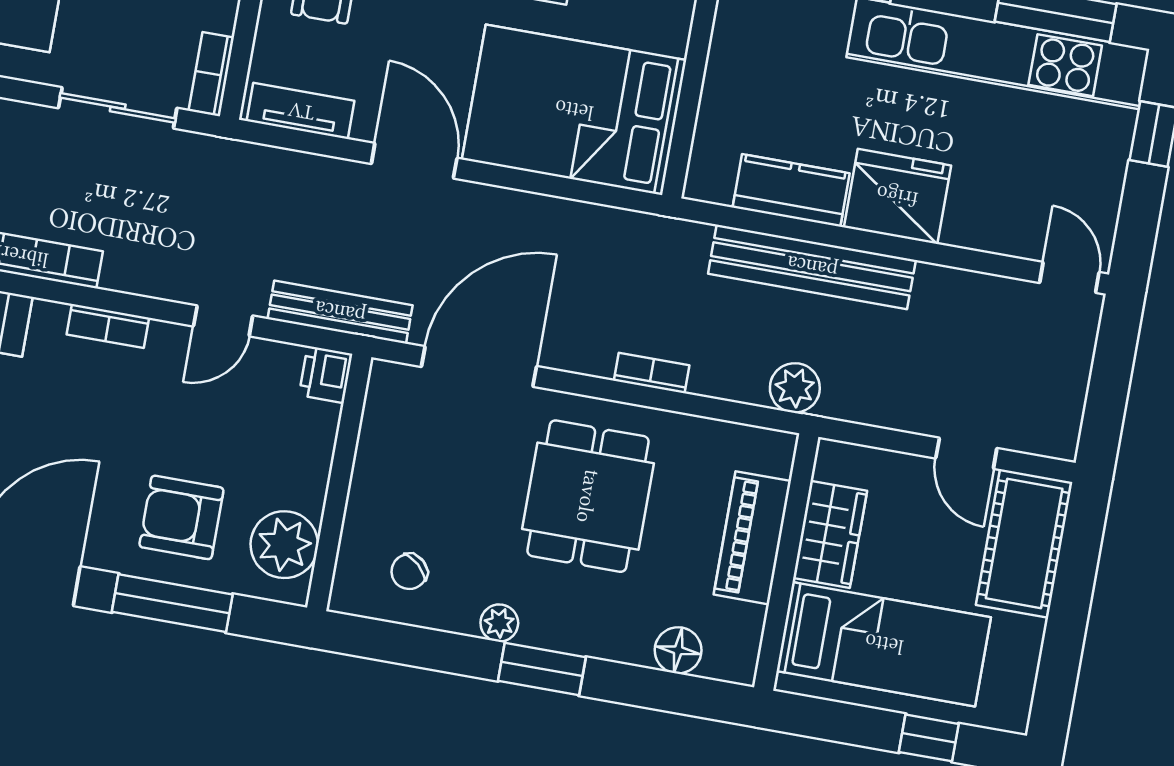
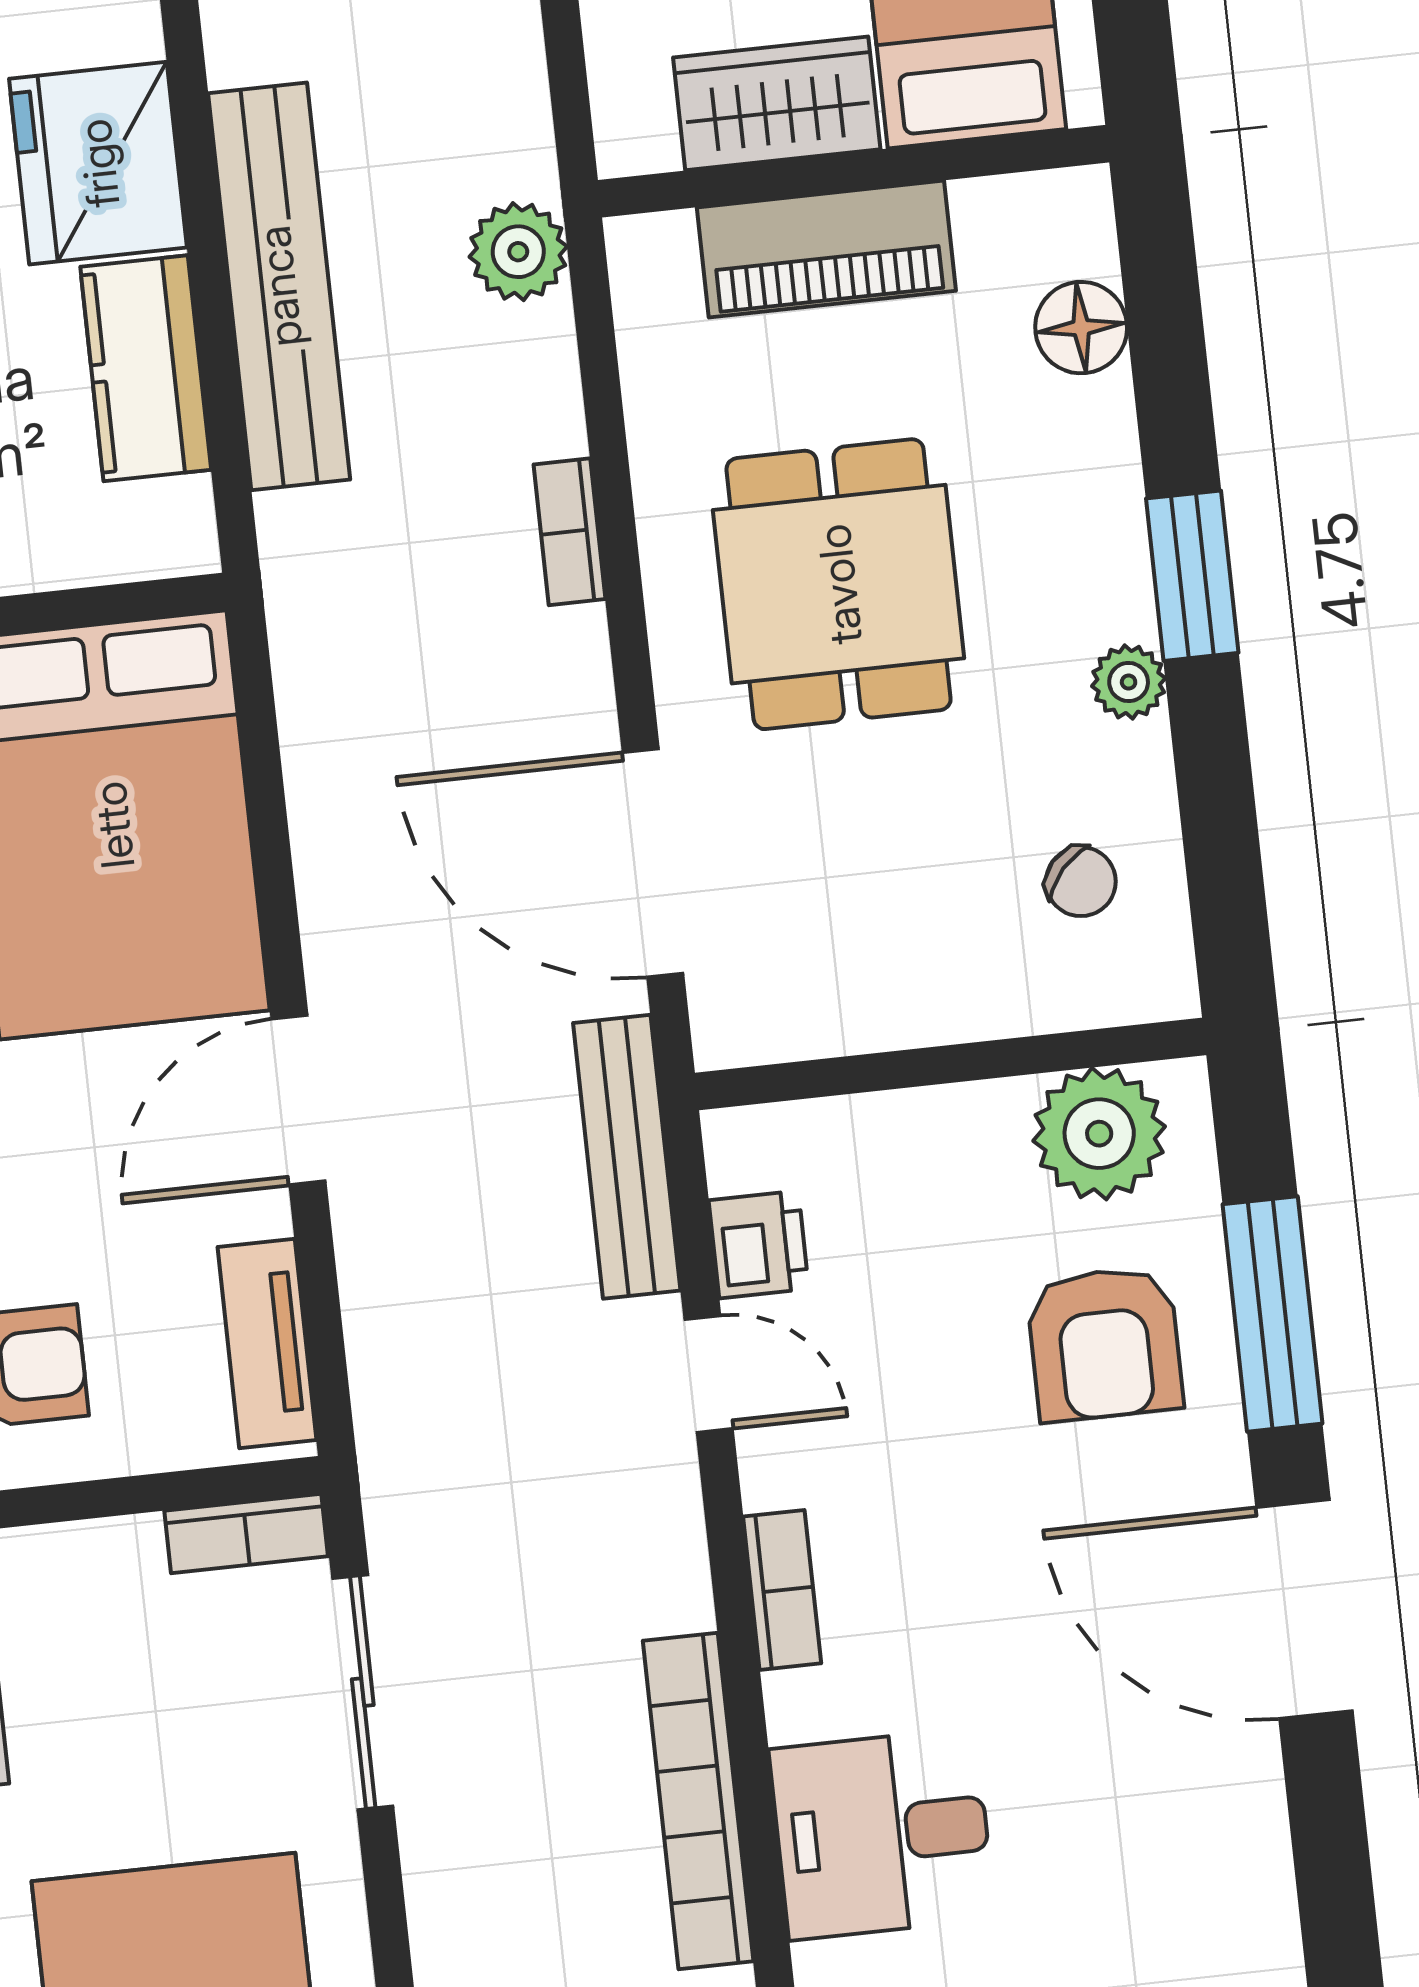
printer: (326, 375) -> (759, 1245), moved, turned -90
dining table: (588, 496) -> (839, 584), turned 90

